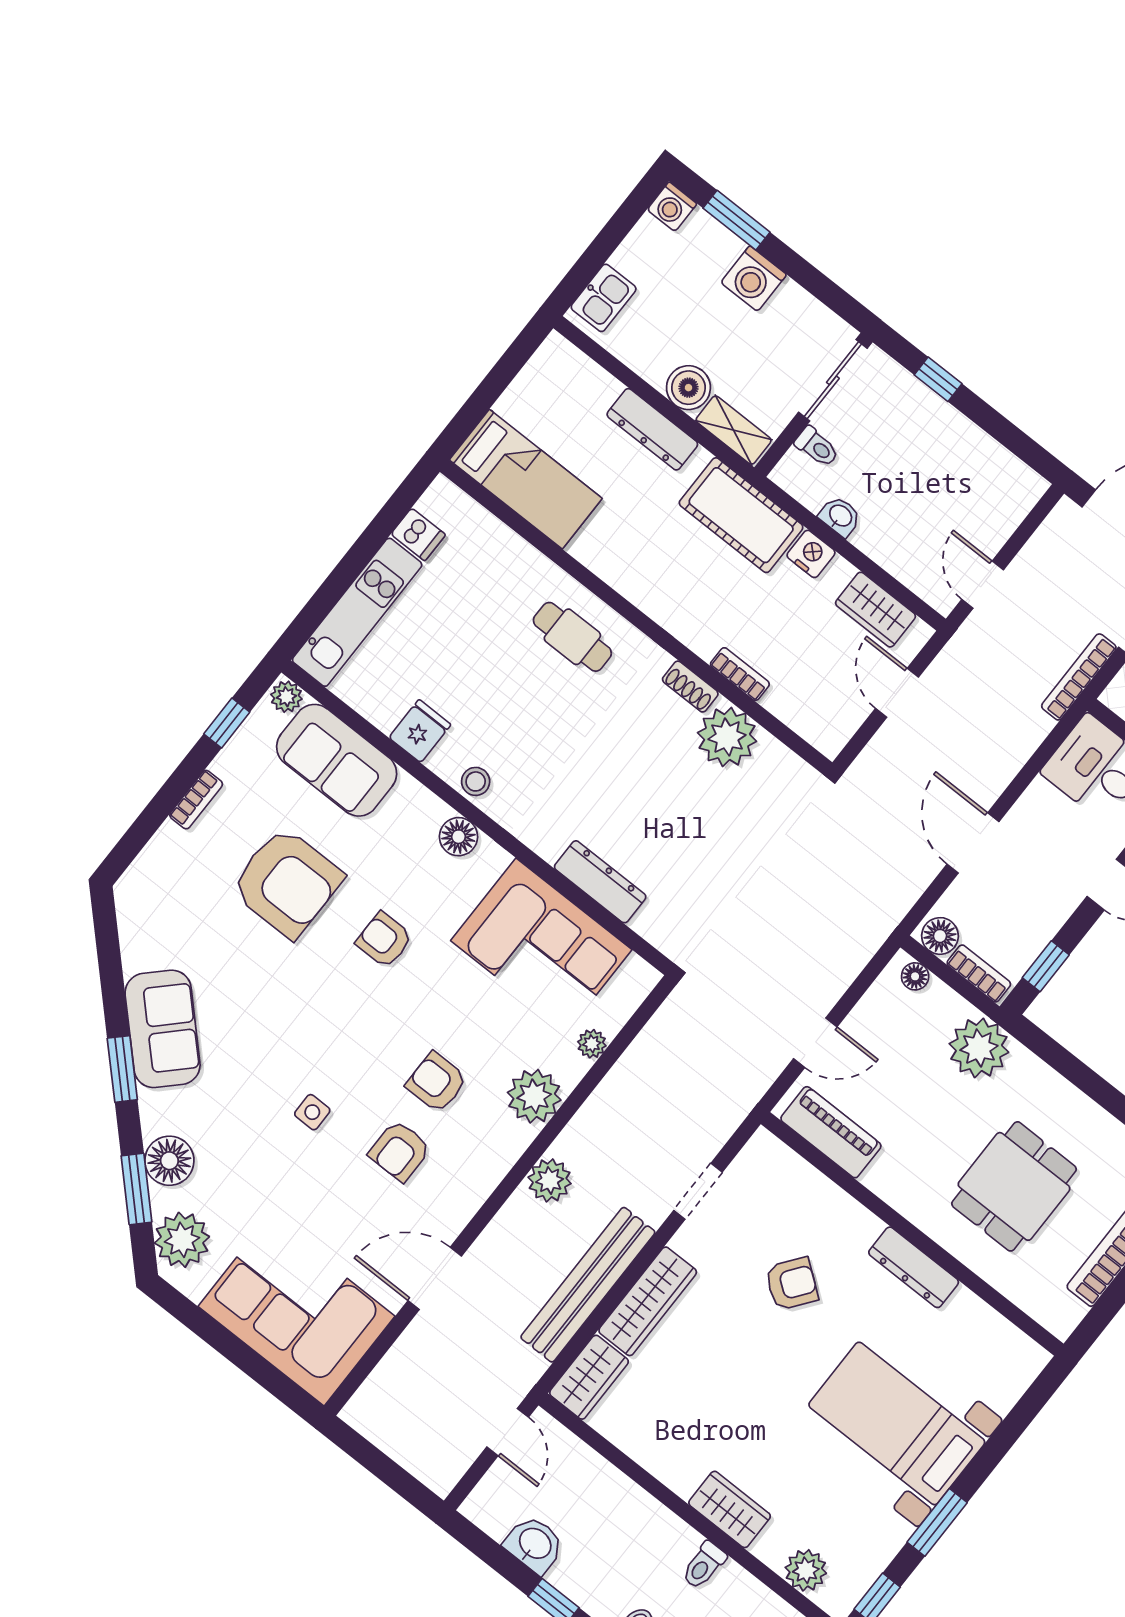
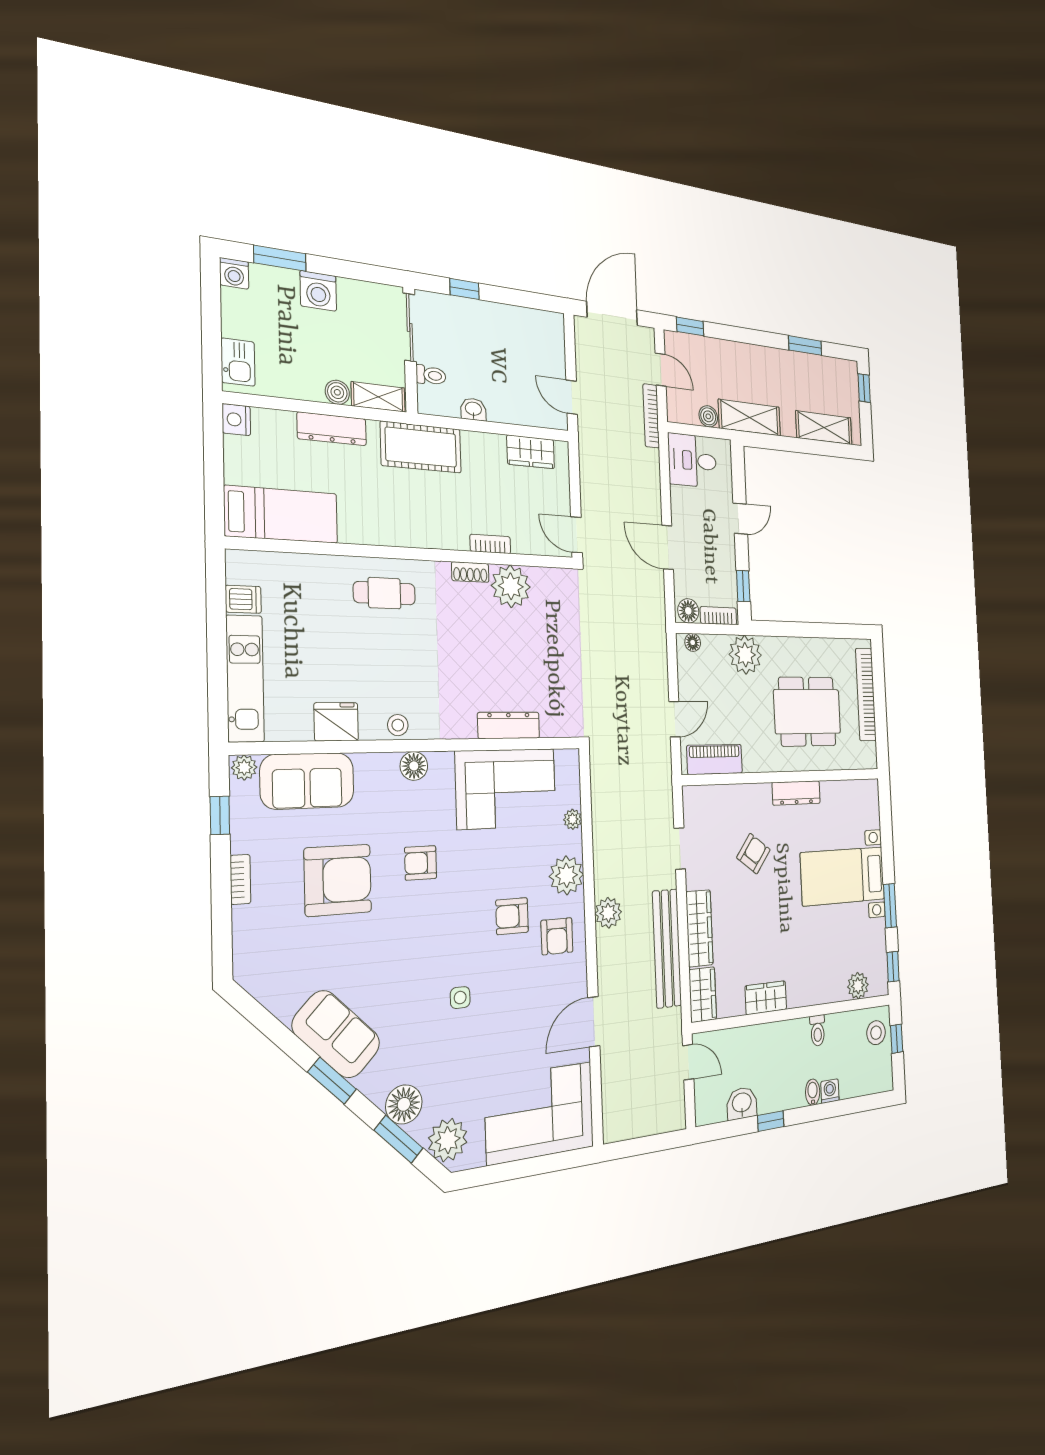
boiler: (688, 388) -> (337, 392), width x0.73, depth x0.73
nightstand: (811, 554) -> (236, 420), moved, turned -90
door: (897, 693) -> (577, 535), moved
fridge: (420, 731) -> (336, 722), width x1.38
armchair: (400, 1151) -> (557, 936), moved
dining table: (1014, 1186) -> (807, 712), width x1.38
wardrobe: (730, 1509) -> (766, 998), moved

